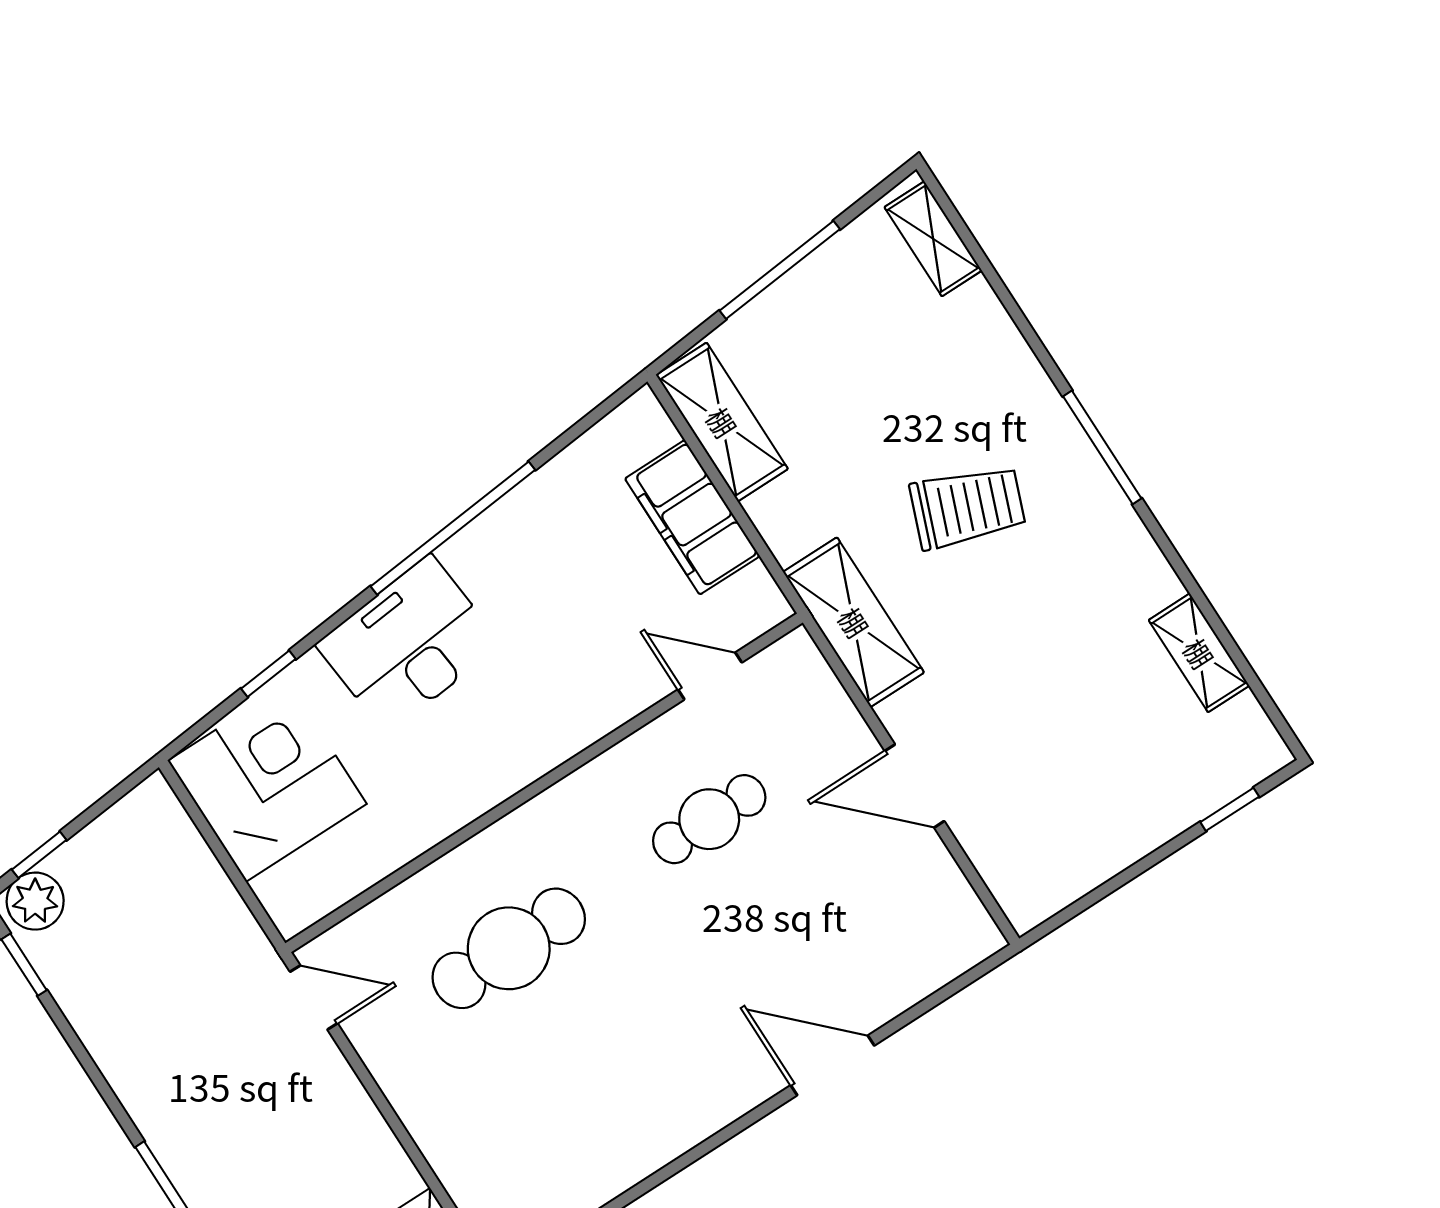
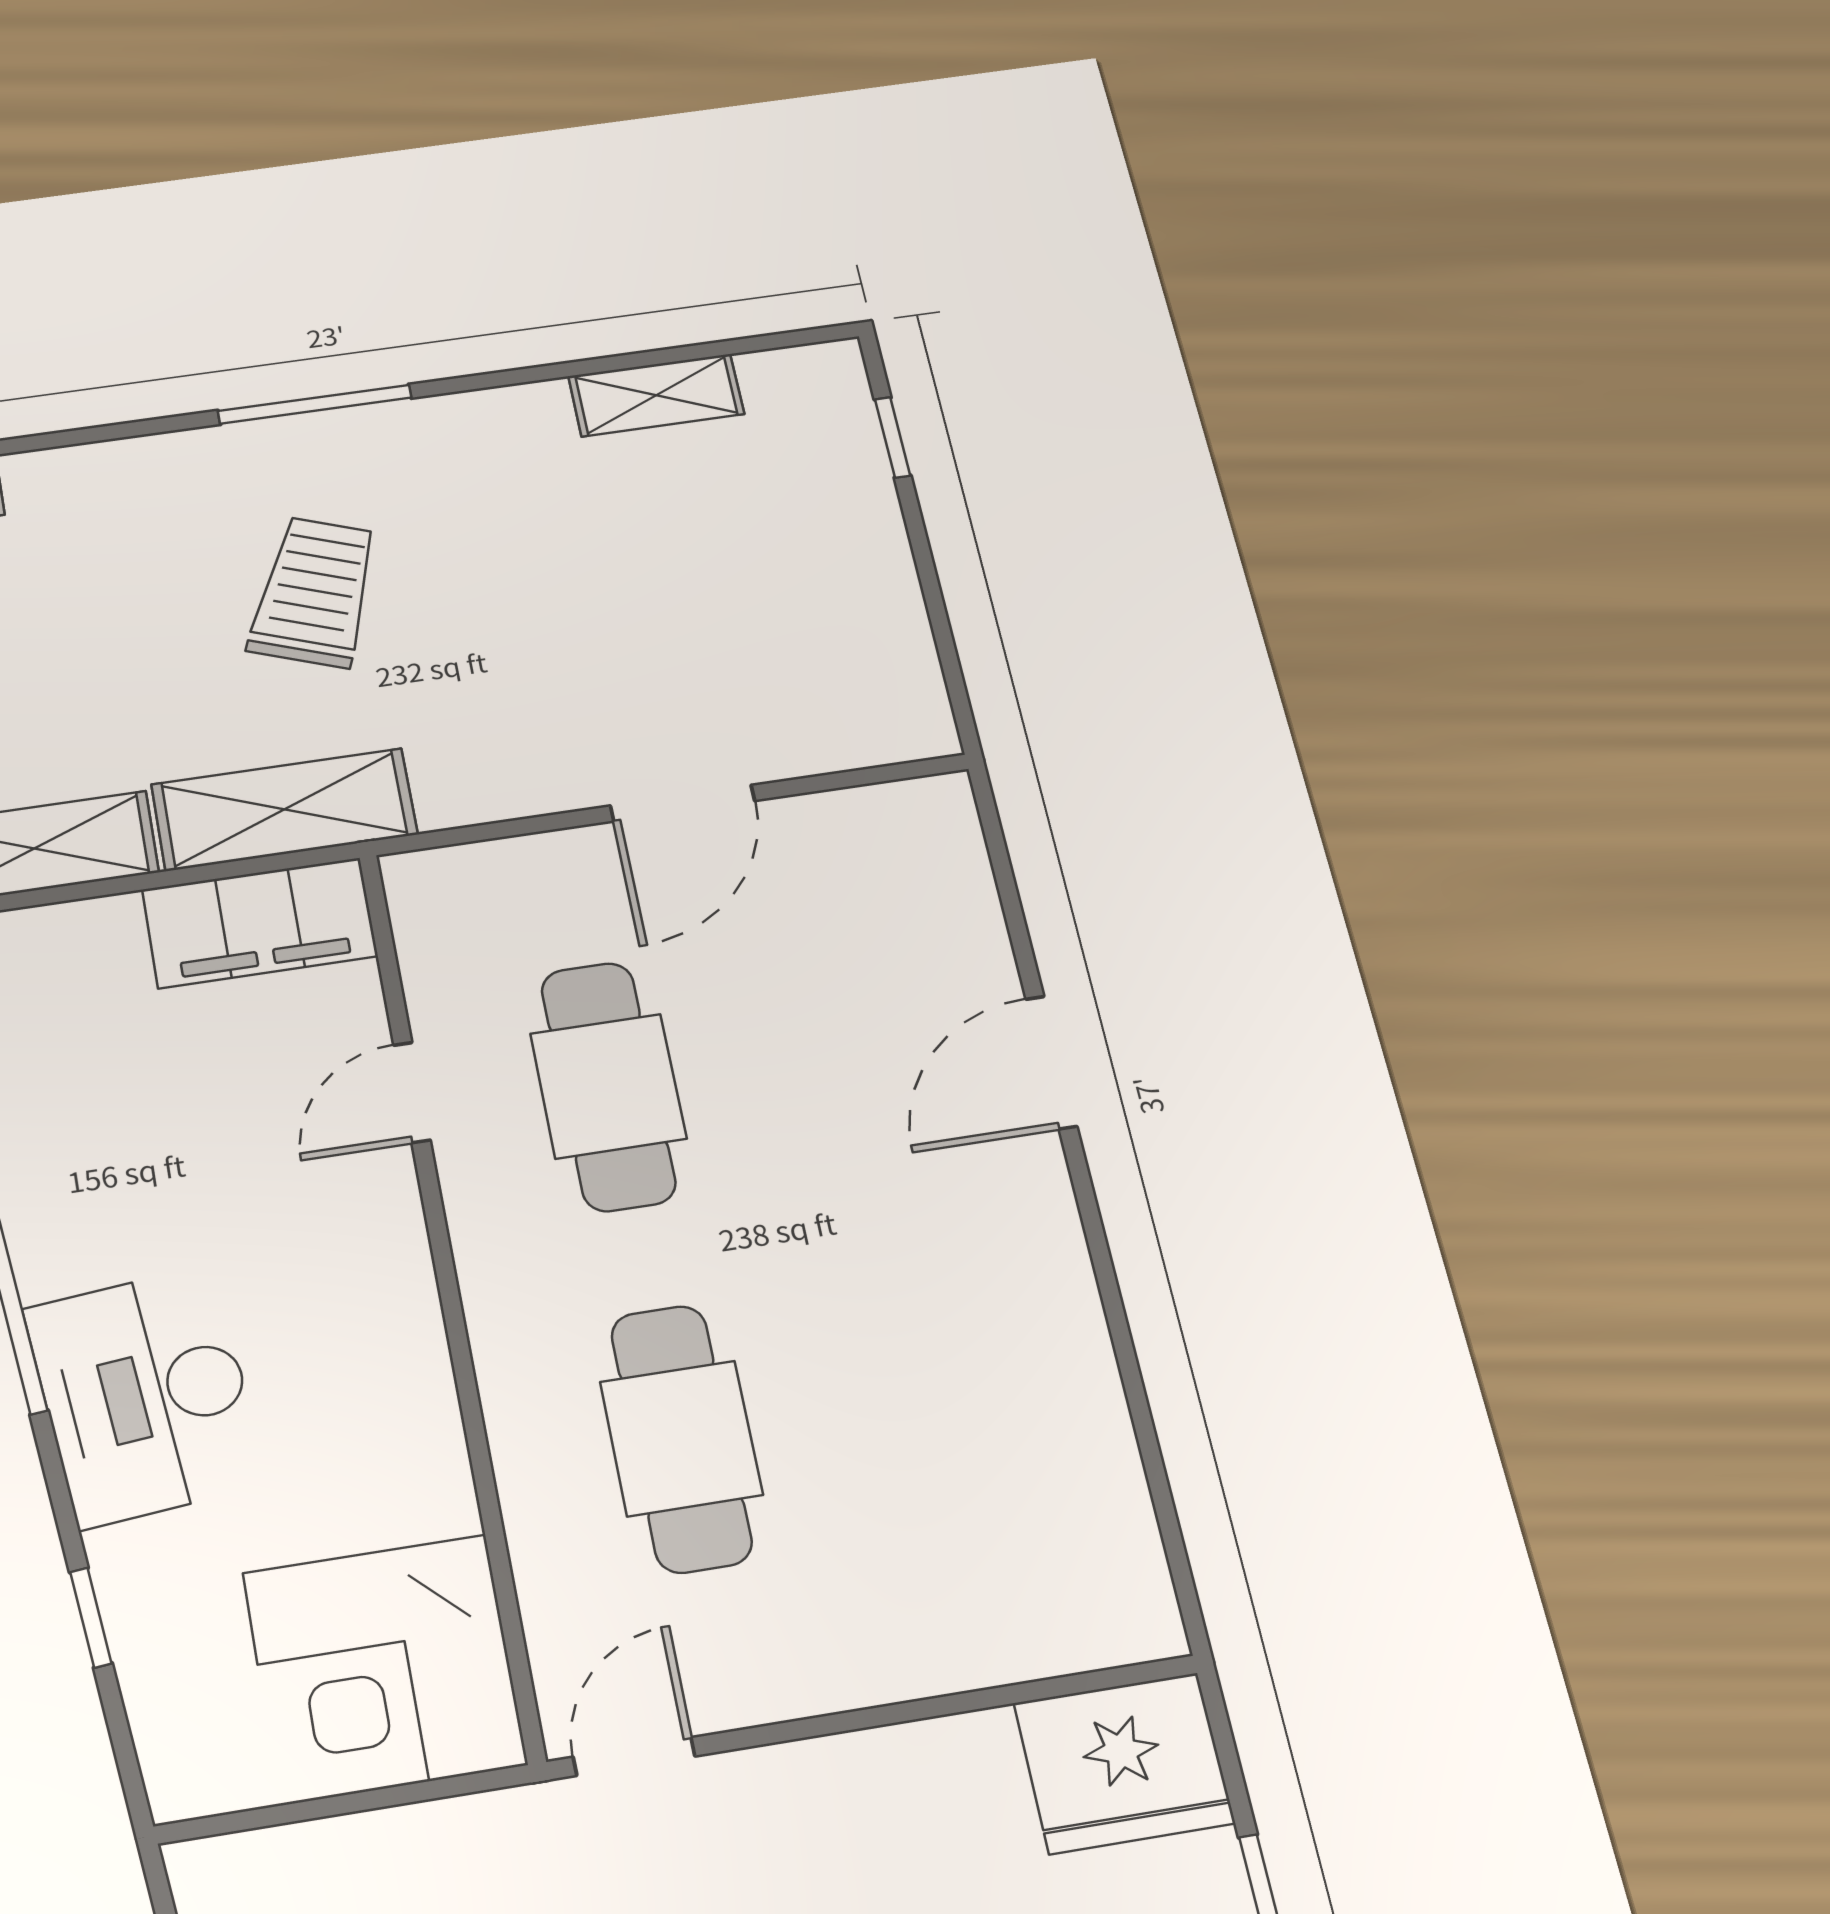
filing cabinet: (692, 517) -> (260, 923), moved
shelving: (854, 622) -> (284, 809), moved
door: (710, 676) -> (412, 1092), moved
corner desk: (267, 782) -> (384, 1668), moved, turned -90
cafe table: (709, 819) -> (608, 1086), width x1.37, depth x1.35

